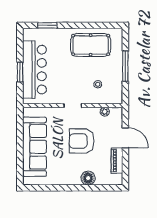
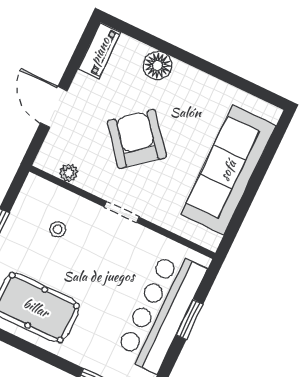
armchair: (82, 141) -> (137, 139), turned -129
piano: (117, 161) -> (100, 51), moved

